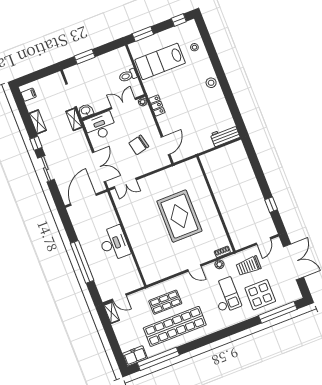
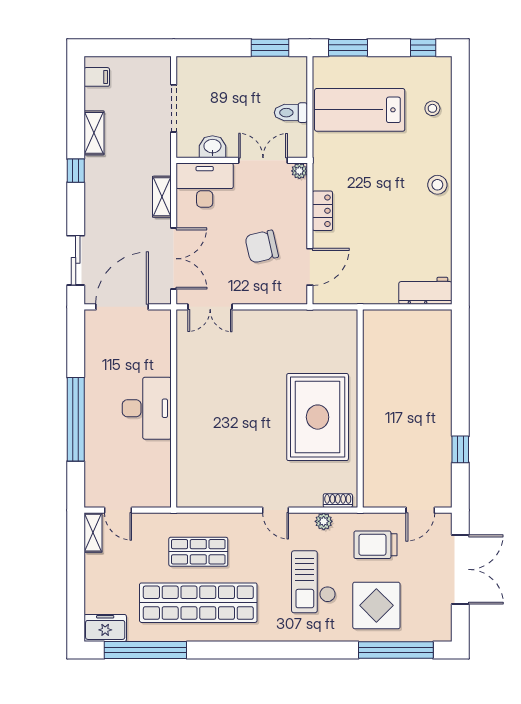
window: (85, 57) -> (270, 48), moved
locker: (157, 105) -> (322, 211), moved
washbasin: (86, 111) -> (212, 147), moved
shelving: (74, 119) -> (162, 197), moved
sliding door: (46, 169) -> (76, 260), moved
rug: (179, 216) -> (318, 417), moved
checkout: (226, 295) -> (314, 582), turned 180

